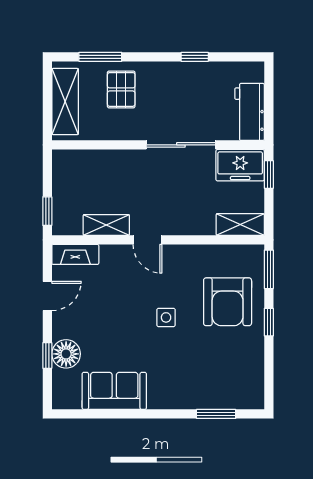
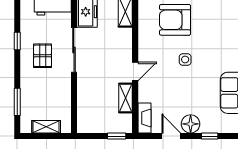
pallet: (121, 89) -> (43, 56), moved, turned 90
shelving: (65, 102) -> (46, 127), width x0.67, depth x0.75
armchair: (228, 302) -> (175, 20), turned 180
floor lamp: (66, 354) -> (191, 124), moved

